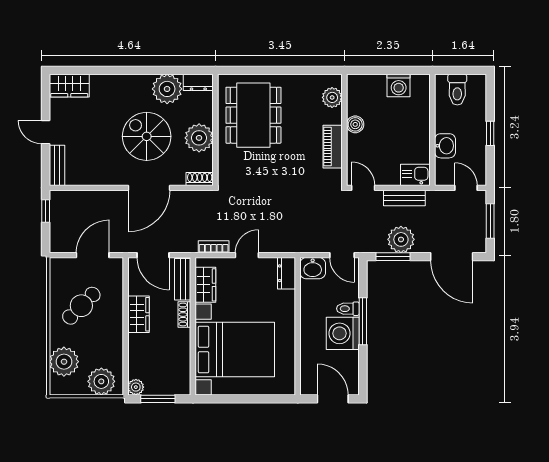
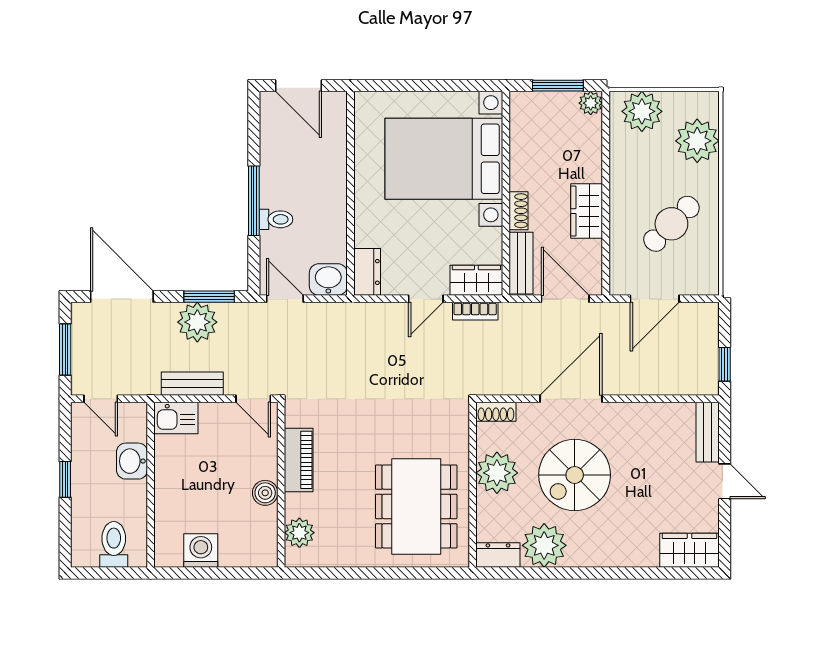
spiral stairs: (147, 136) -> (575, 475), turned 90
wardrobe: (205, 285) -> (476, 280), moved, turned 90
washing machine: (343, 333) -> (284, 183), removed

